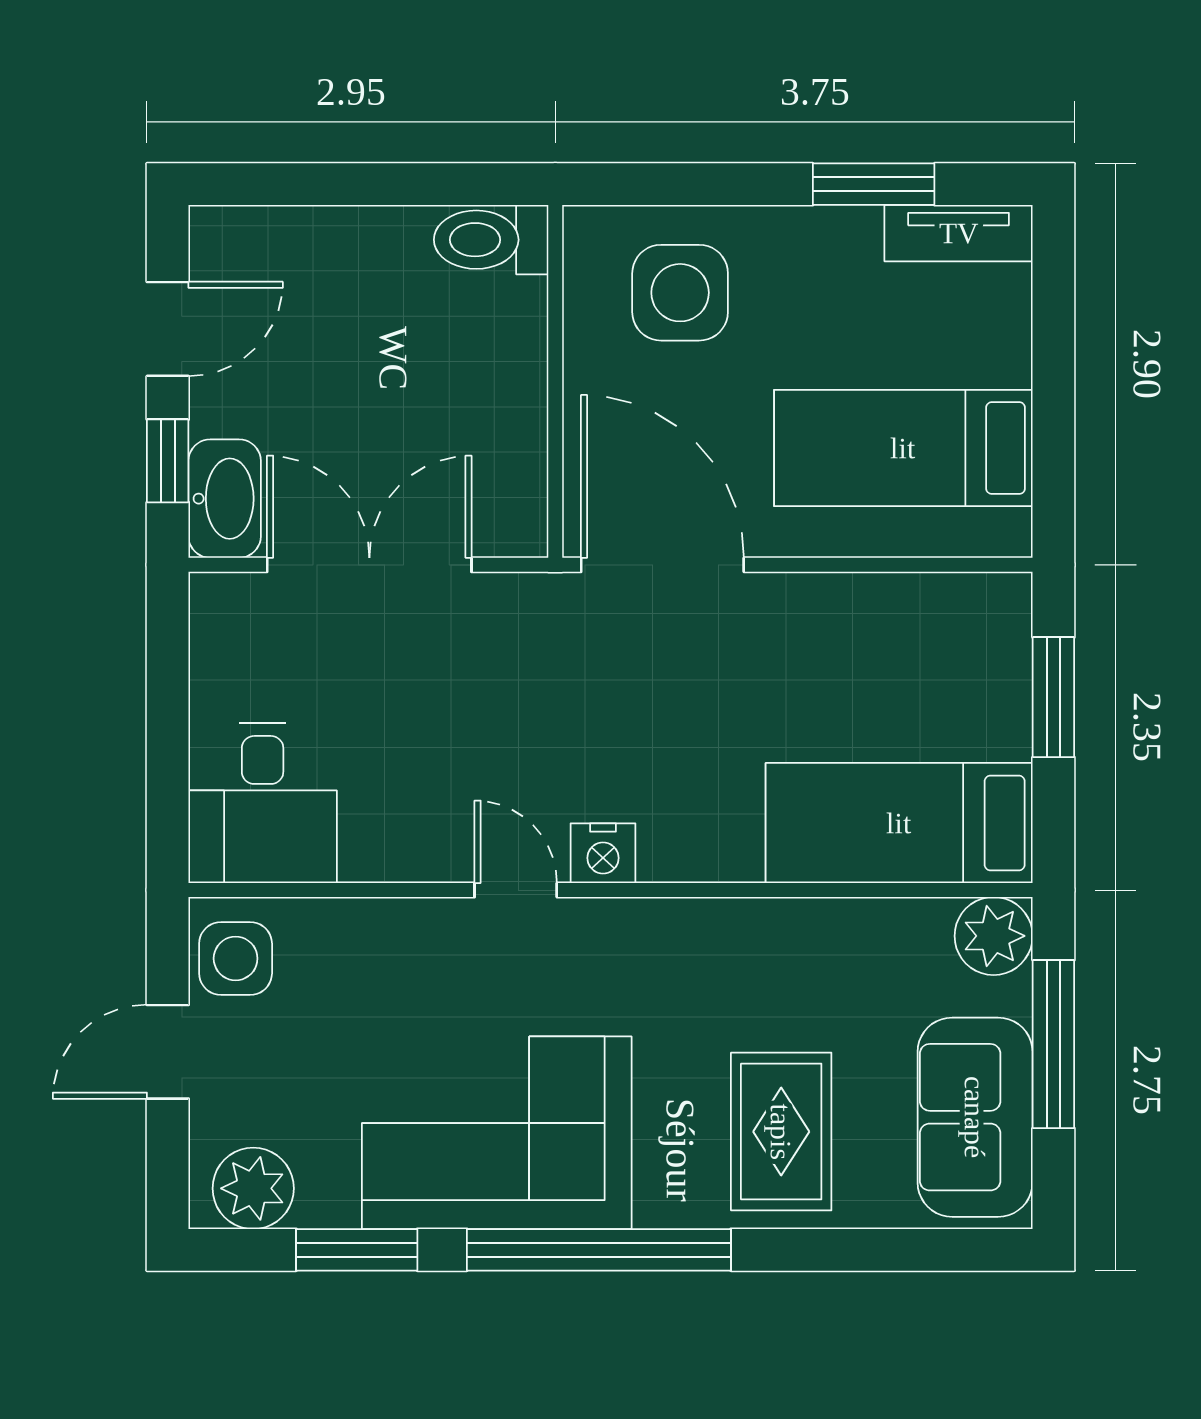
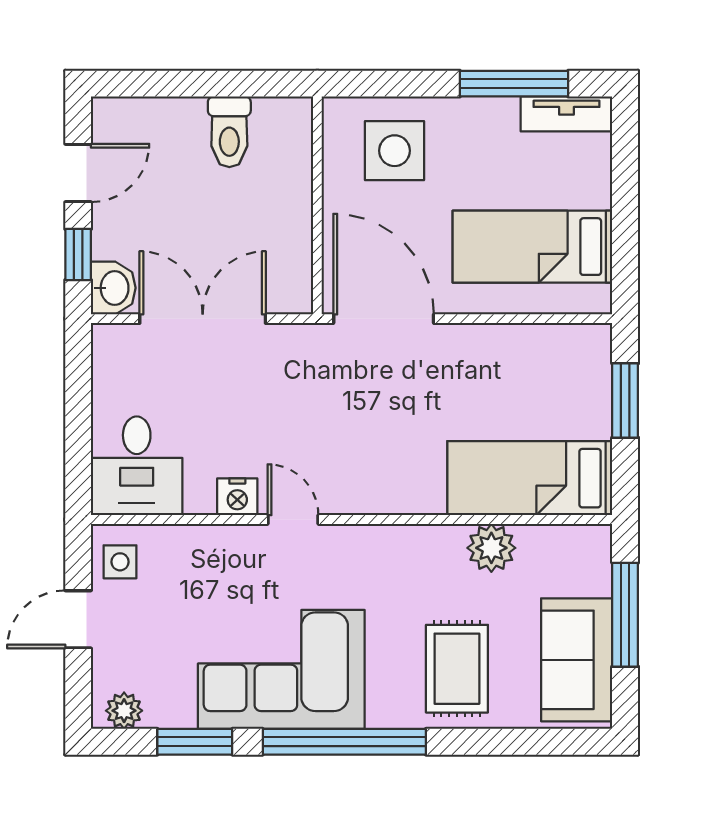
window: (874, 184) -> (514, 84), width x1.44
toilet: (491, 240) -> (229, 132), moved, turned -90
washbasin: (225, 499) -> (113, 288), width x0.72
nightstand: (603, 853) -> (237, 497), moved
plant: (994, 936) -> (491, 548), moved
side table: (236, 958) -> (120, 562), width x0.73, depth x0.73
plant: (253, 1188) -> (124, 711), width x0.73, depth x0.73

